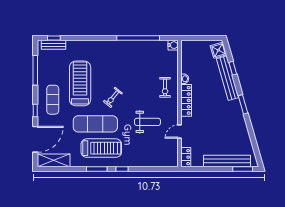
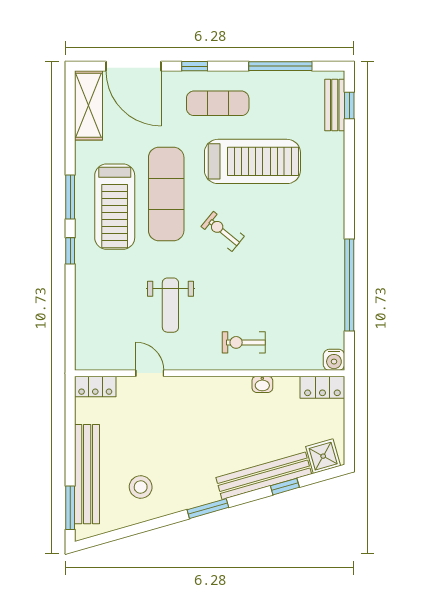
locker: (186, 100) -> (322, 387), moved, width x0.66
stool: (233, 136) -> (141, 487), added

